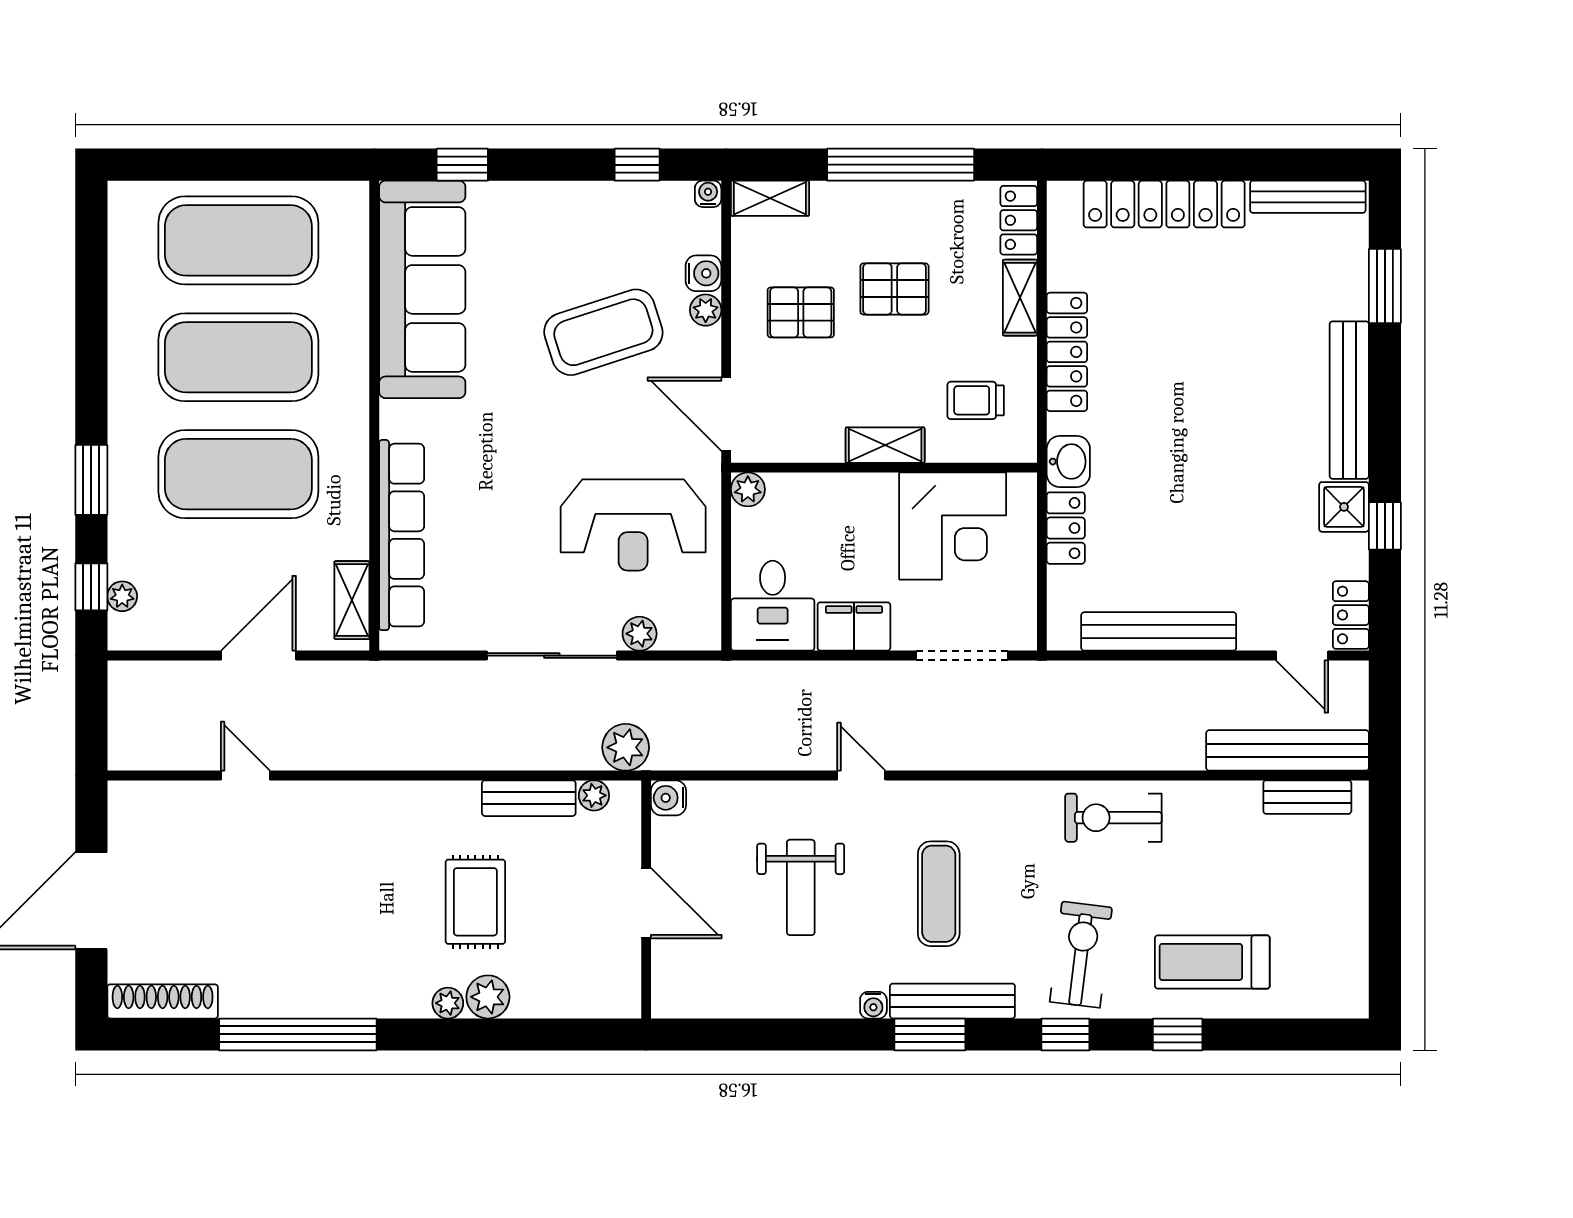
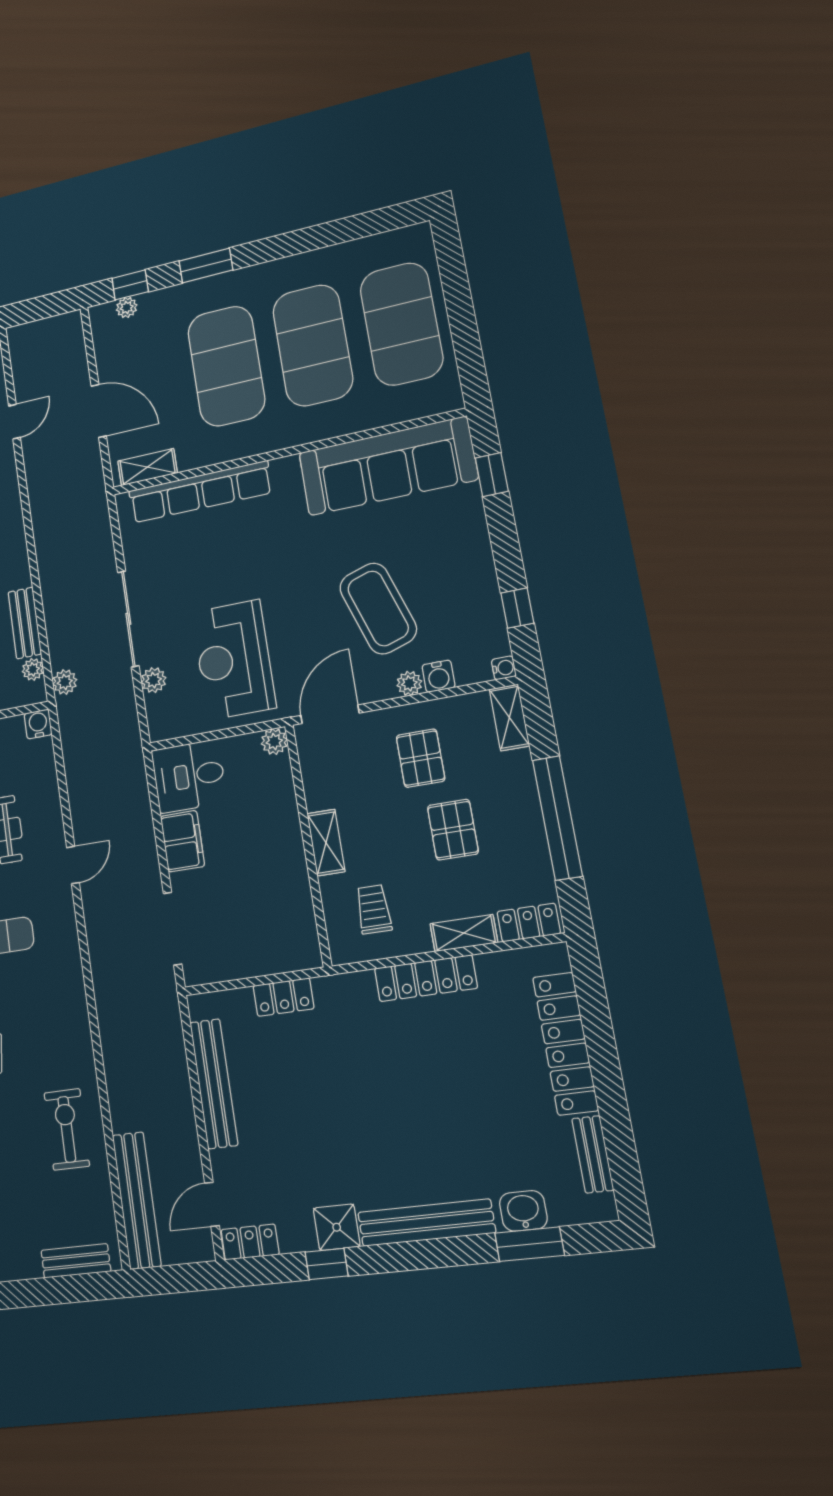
bench: (1308, 197) -> (593, 1154), width x0.73
washbasin: (1068, 462) -> (523, 1211), moved, turned 180
corner desk: (953, 526) -> (271, 906), removed
plant: (626, 747) -> (65, 682), width x0.73, depth x0.73
bench: (1307, 797) -> (76, 1261), moved, turned 90
exercise bike: (1113, 818) -> (67, 1129), moved

